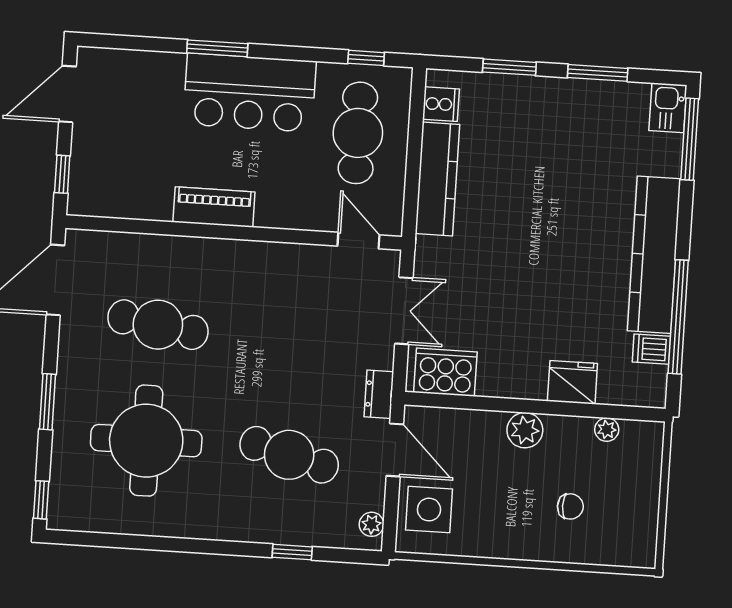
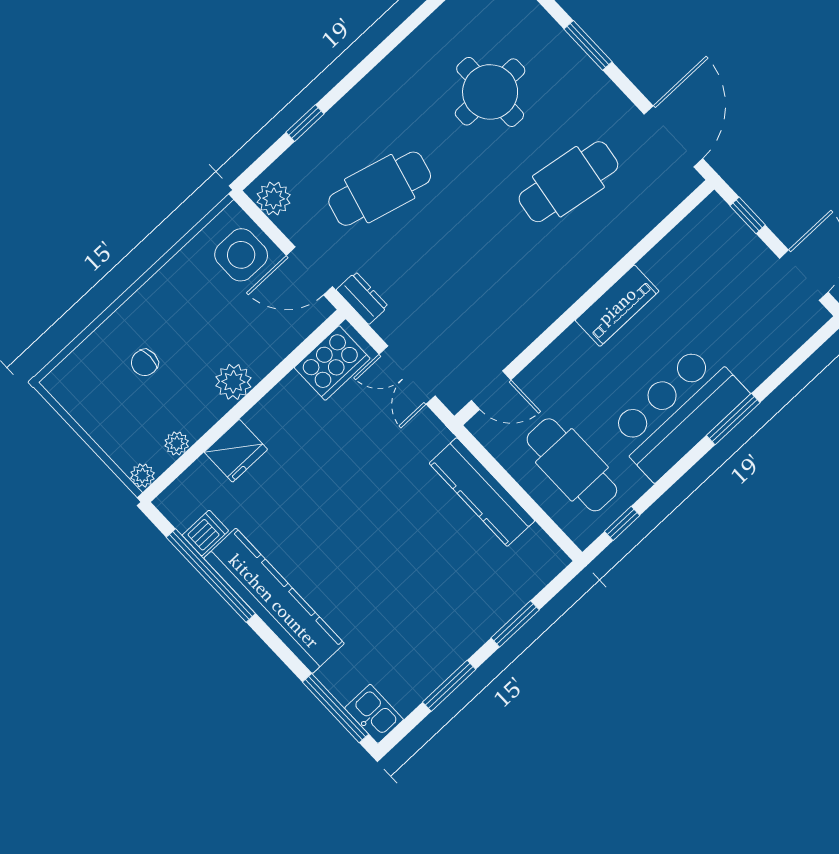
cooker: (441, 104) -> (535, 547), removed
plant: (652, 433) -> (142, 476), added
round table: (146, 441) -> (490, 92), width x0.73, depth x0.73
plant: (372, 524) -> (274, 198), width x1.38, depth x1.38

